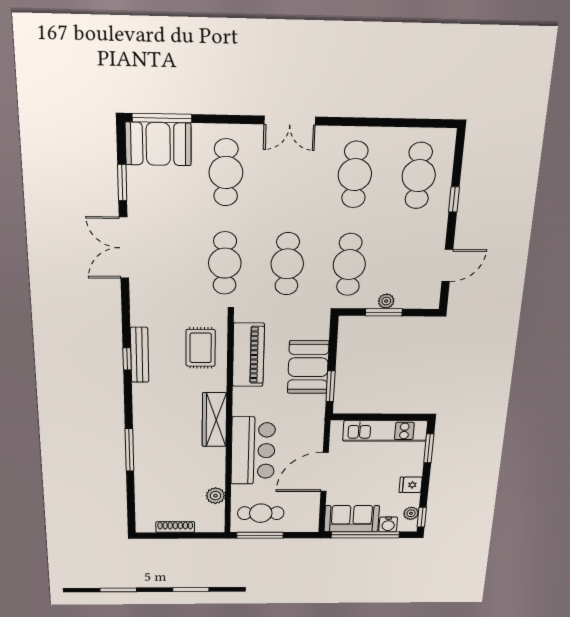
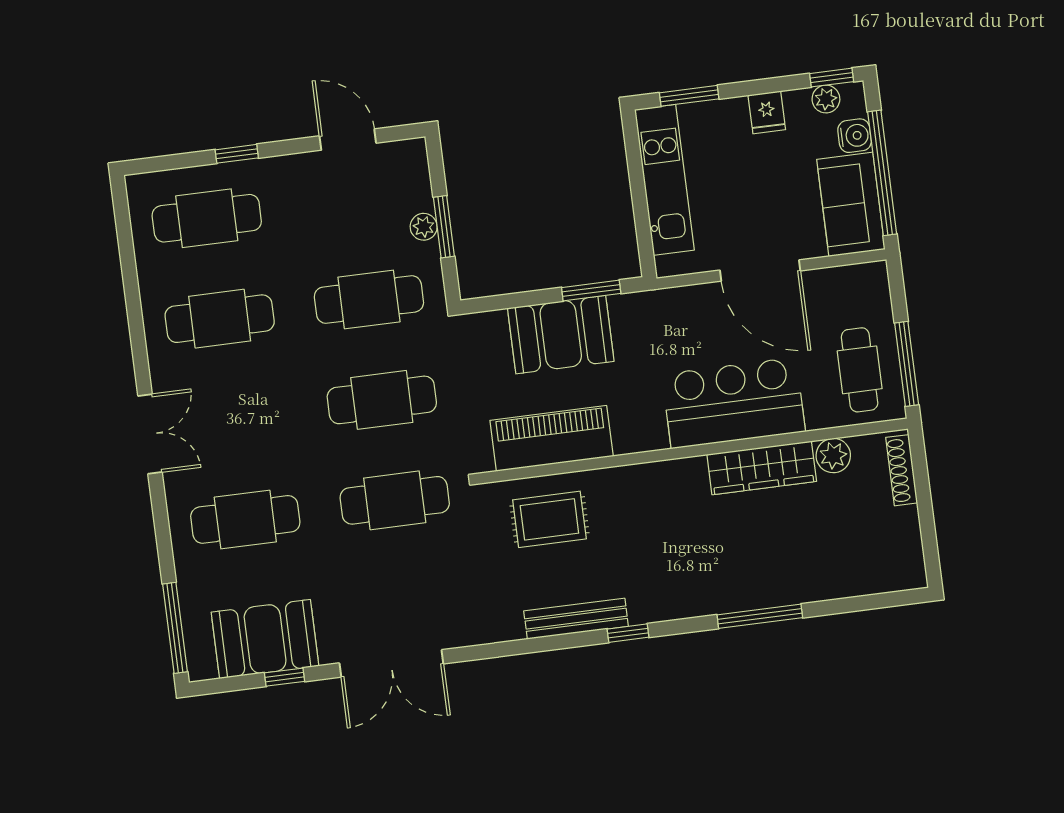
booth: (158, 144) -> (265, 639), moved, turned 90
window: (122, 183) -> (285, 677), width x0.67
window: (127, 359) -> (628, 633), moved
wardrobe: (214, 420) -> (762, 468), moved
shoe rack: (175, 527) -> (902, 470), moved

